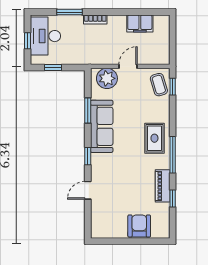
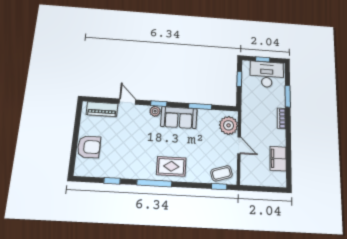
sofa: (102, 126) -> (179, 117), width x0.73
plant: (96, 160) -> (155, 111), added
piano: (163, 186) -> (102, 109), moved, turned 180

